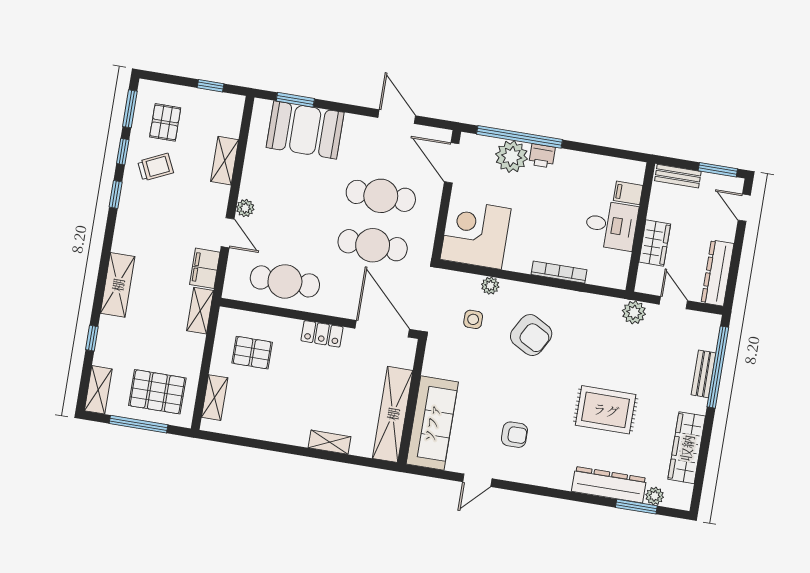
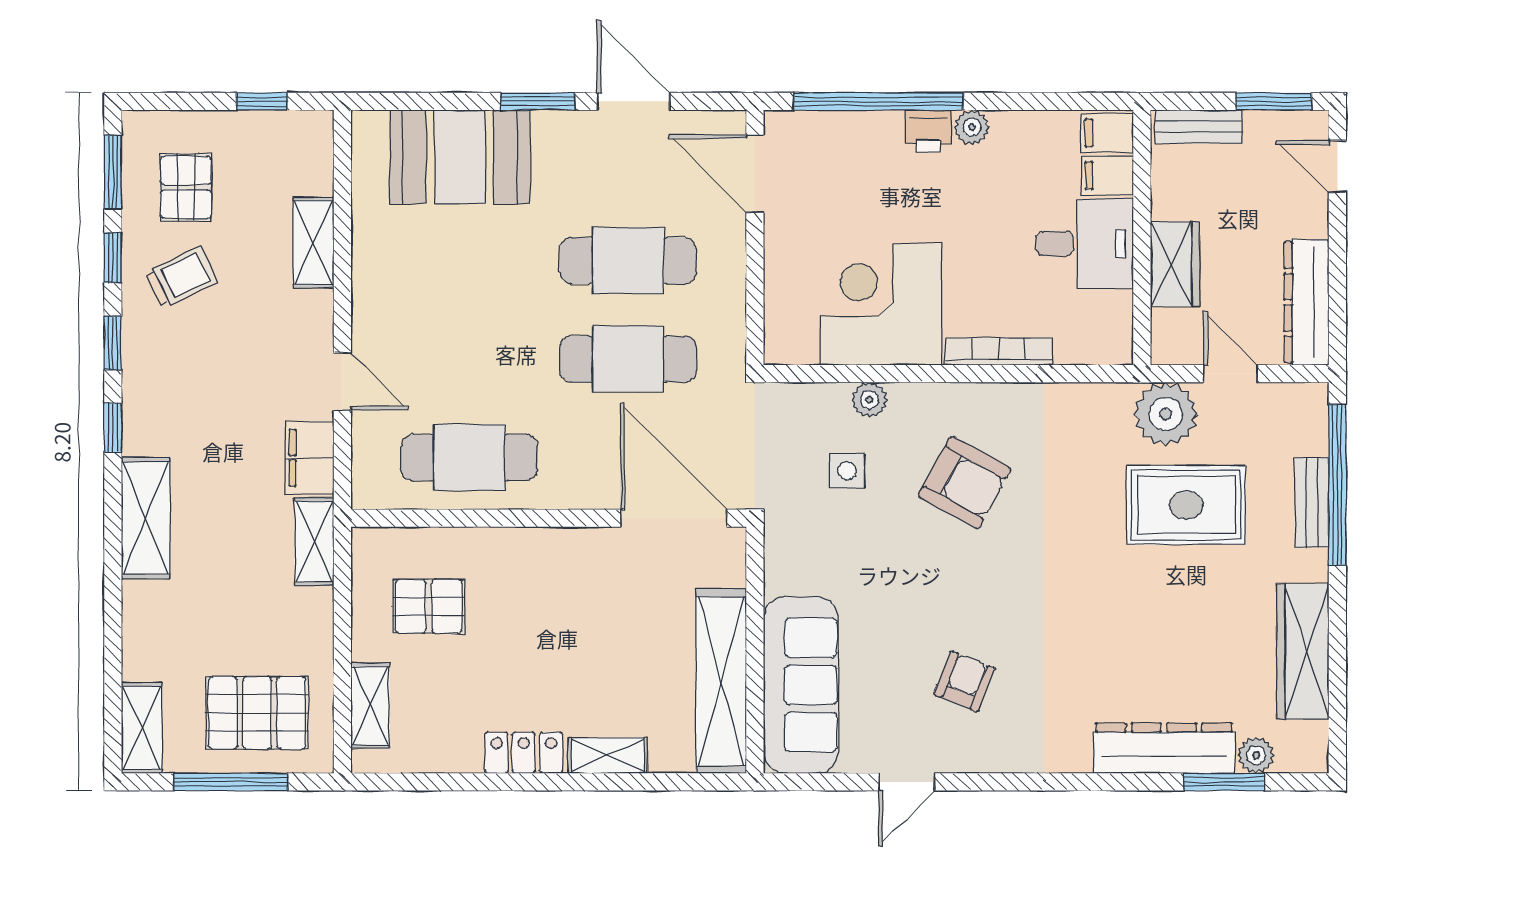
window: (295, 100) -> (538, 101), moved
plant: (512, 157) -> (972, 127), moved, width x0.53, depth x0.53
filing cabinet: (632, 172) -> (1107, 133), added
plant: (245, 208) -> (369, 328), removed
corner desk: (476, 234) -> (881, 304), moved
plant: (634, 312) -> (1166, 414), width x1.36, depth x1.36
locker: (322, 334) -> (524, 753), moved, turned 180
window: (92, 338) -> (113, 428), moved
rug: (606, 410) -> (1186, 505), moved
armchair: (514, 435) -> (964, 681), turned -68

